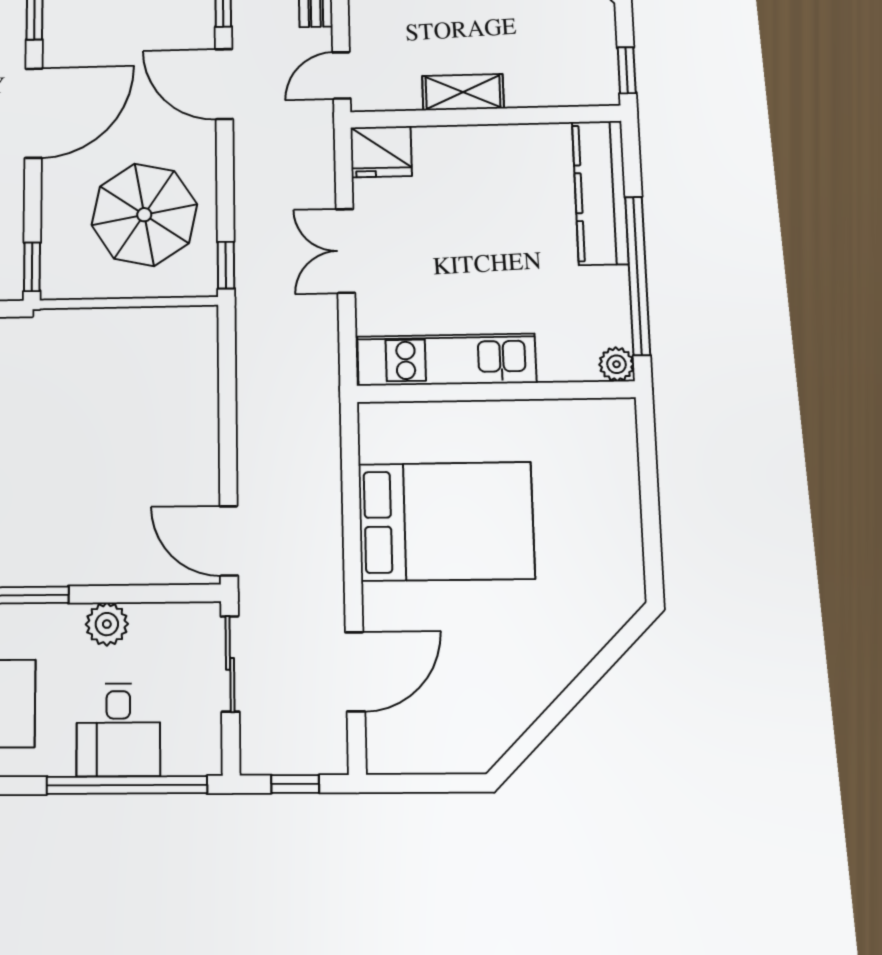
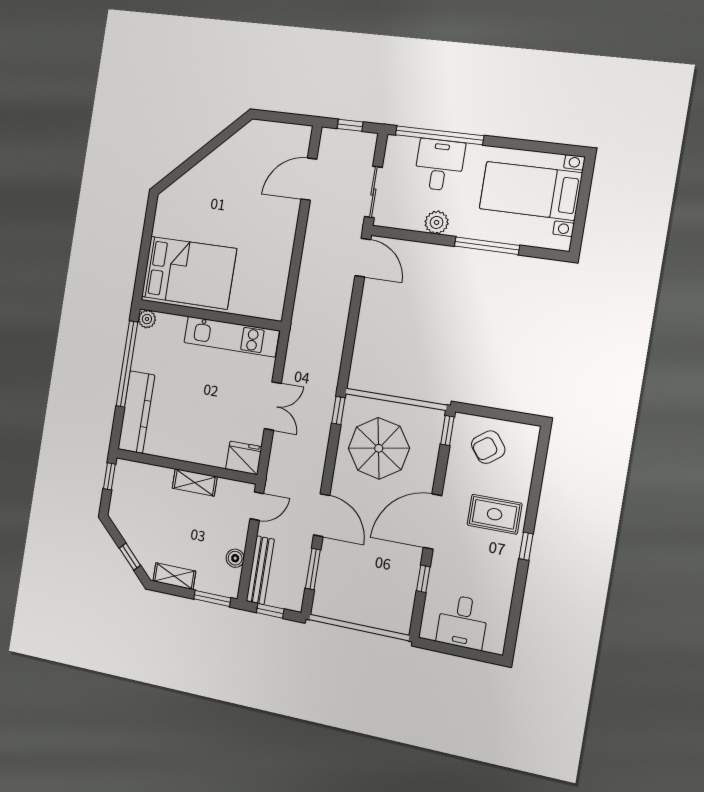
bed: (446, 521) -> (189, 273), moved, turned 180

